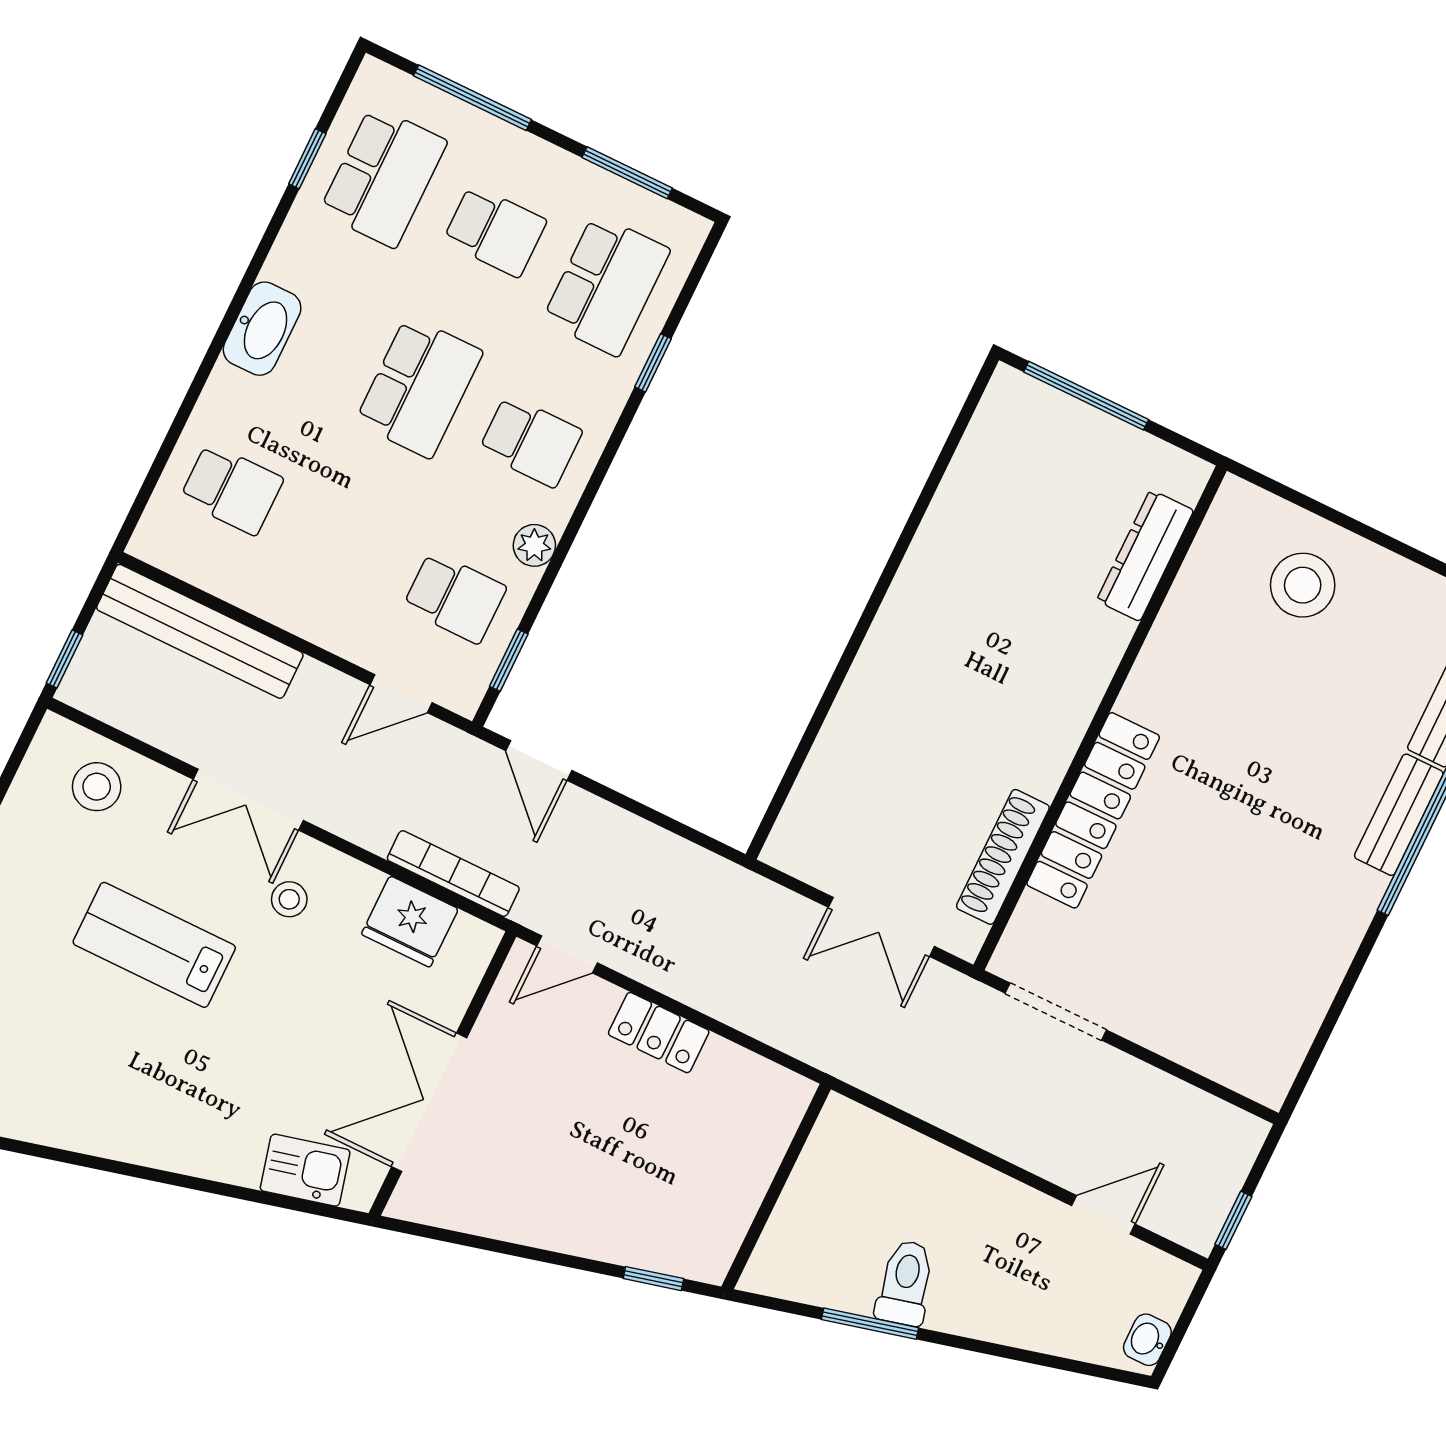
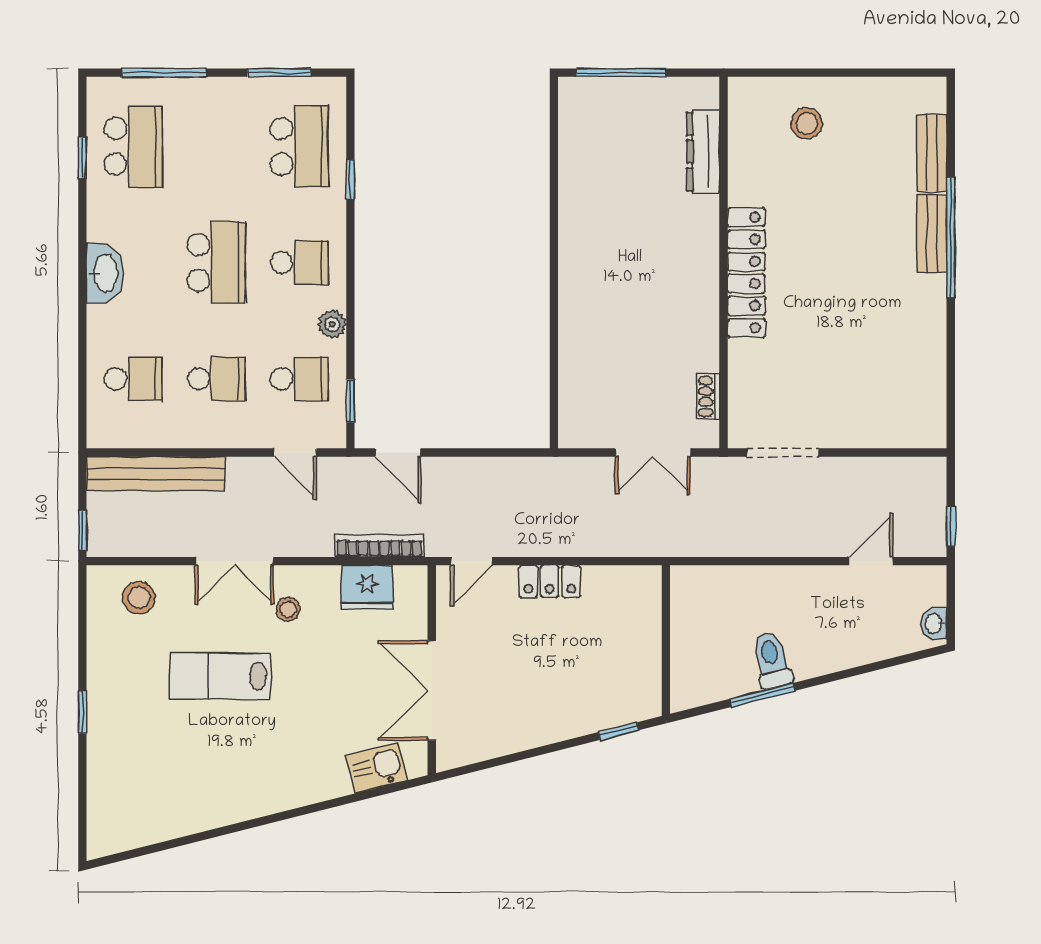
school desk: (495, 231) -> (216, 379), moved
stool: (1303, 585) -> (807, 123), width x0.73, depth x0.73
door: (401, 694) -> (295, 453), hinge flipped
locker: (1093, 810) -> (746, 273), moved
shoe rack: (1003, 857) -> (708, 397), width x0.51, depth x0.81

